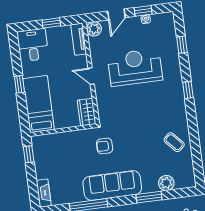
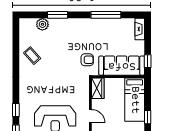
window: (188, 90) -> (16, 110), moved
sofa: (112, 186) -> (122, 66), moved, turned 180

